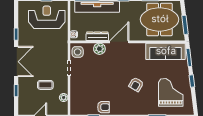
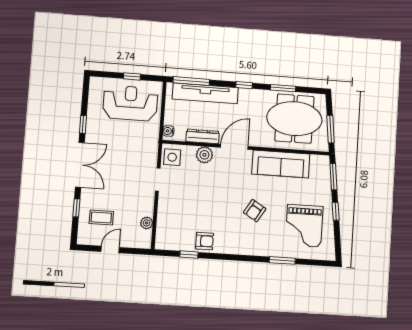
sofa: (166, 51) -> (281, 164), moved
coffee table: (45, 85) -> (101, 217), moved
grand piano: (171, 92) -> (304, 226), turned 180

